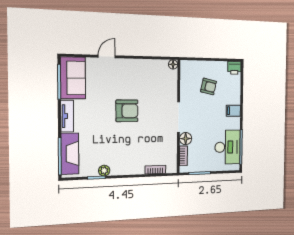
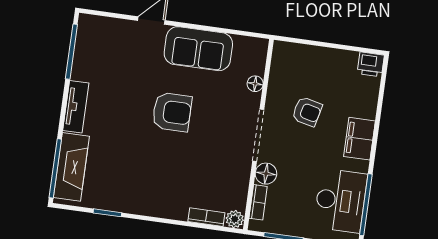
floor lamp: (173, 64) -> (255, 84), moved
sofa: (73, 78) -> (198, 49), moved, turned 90
armchair: (209, 86) -> (307, 112), moved
filing cabinet: (233, 111) -> (359, 139), width x2.00
plant: (104, 171) -> (235, 219), moved

